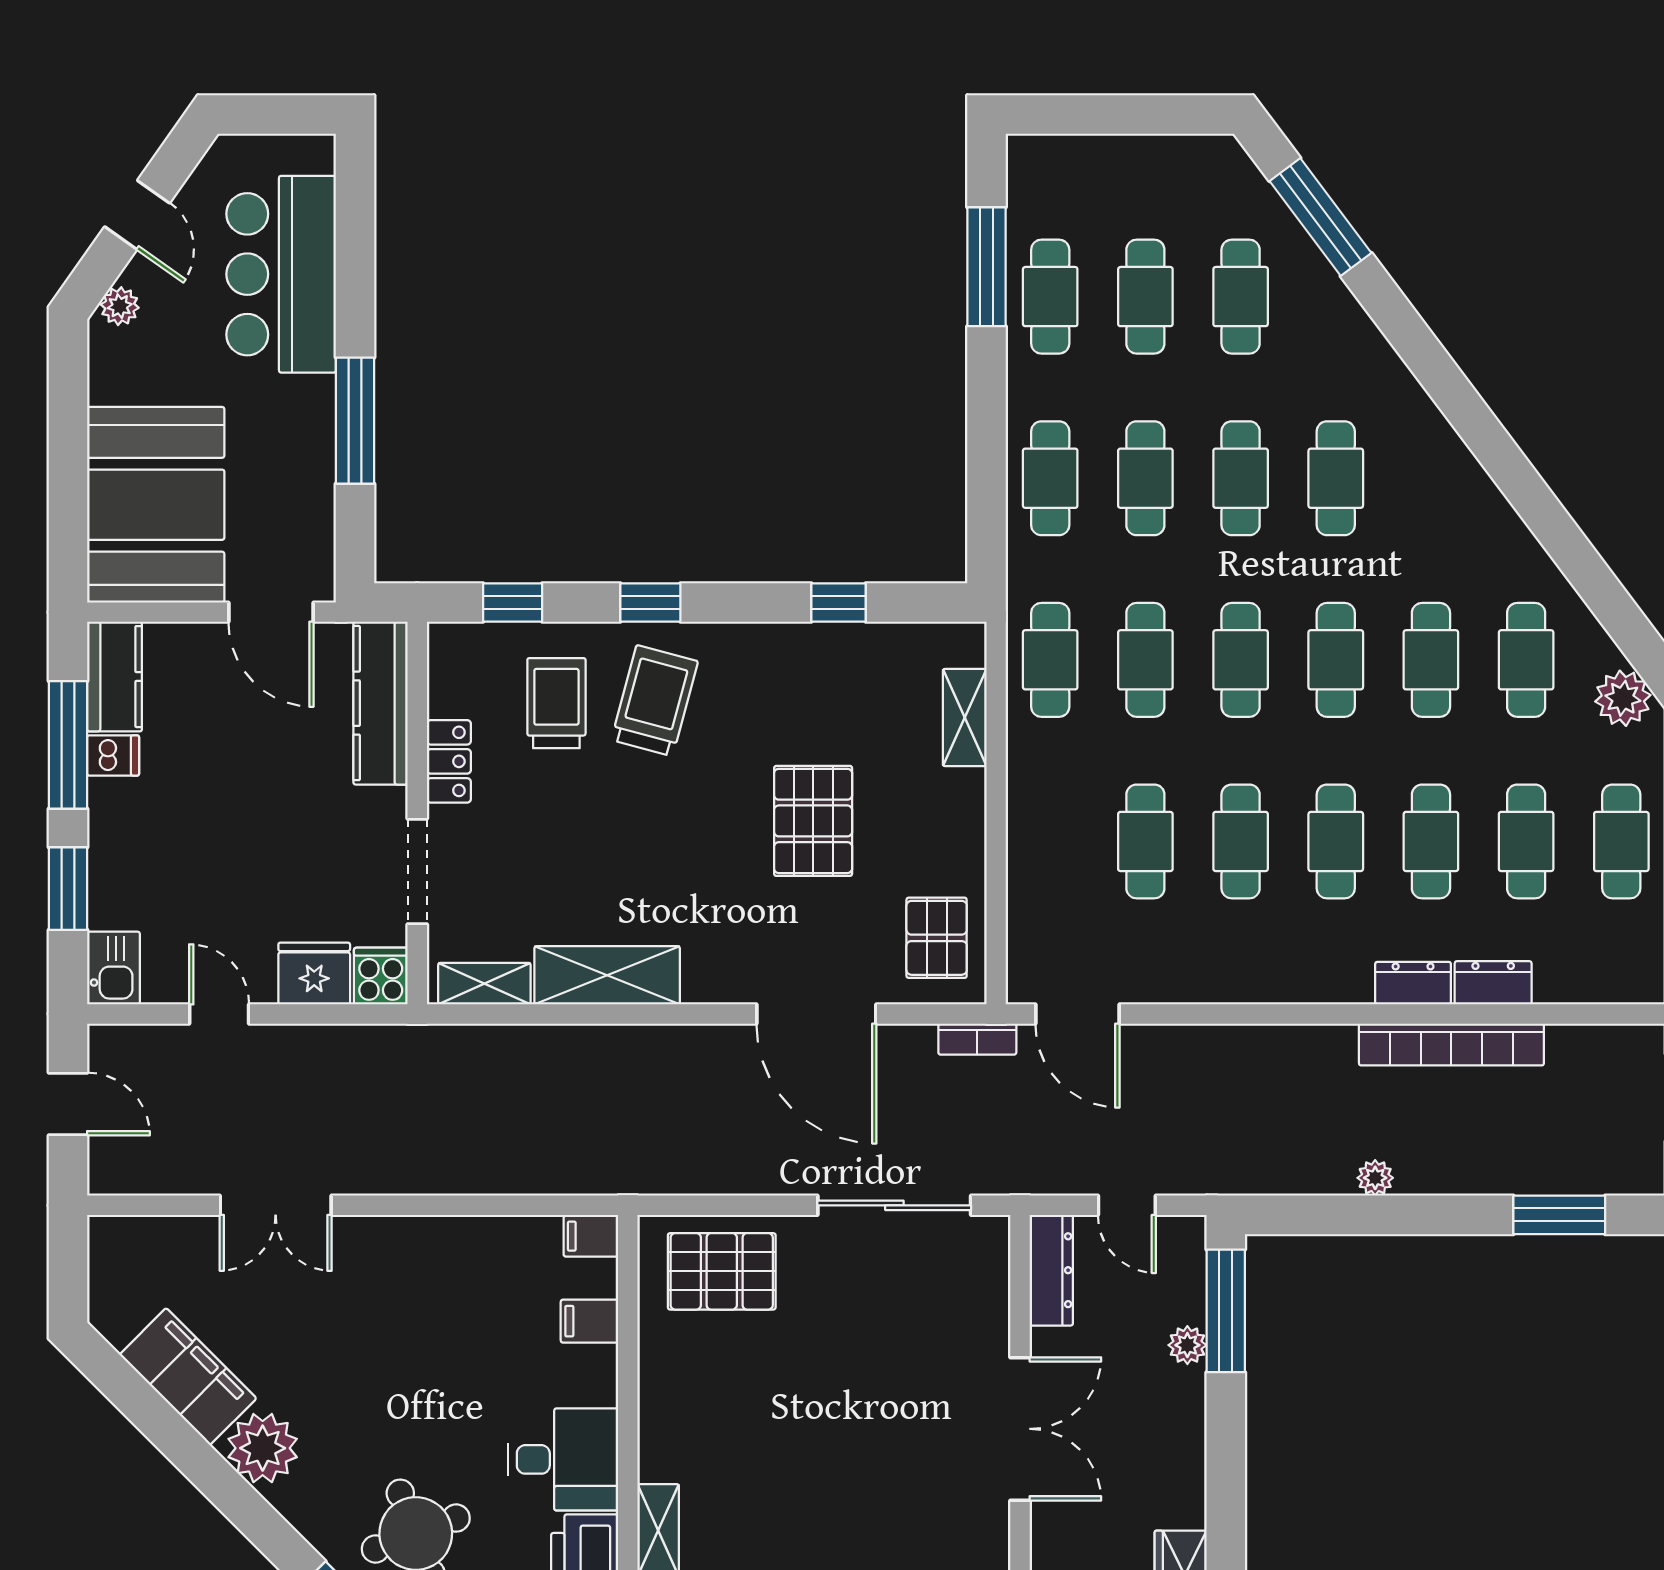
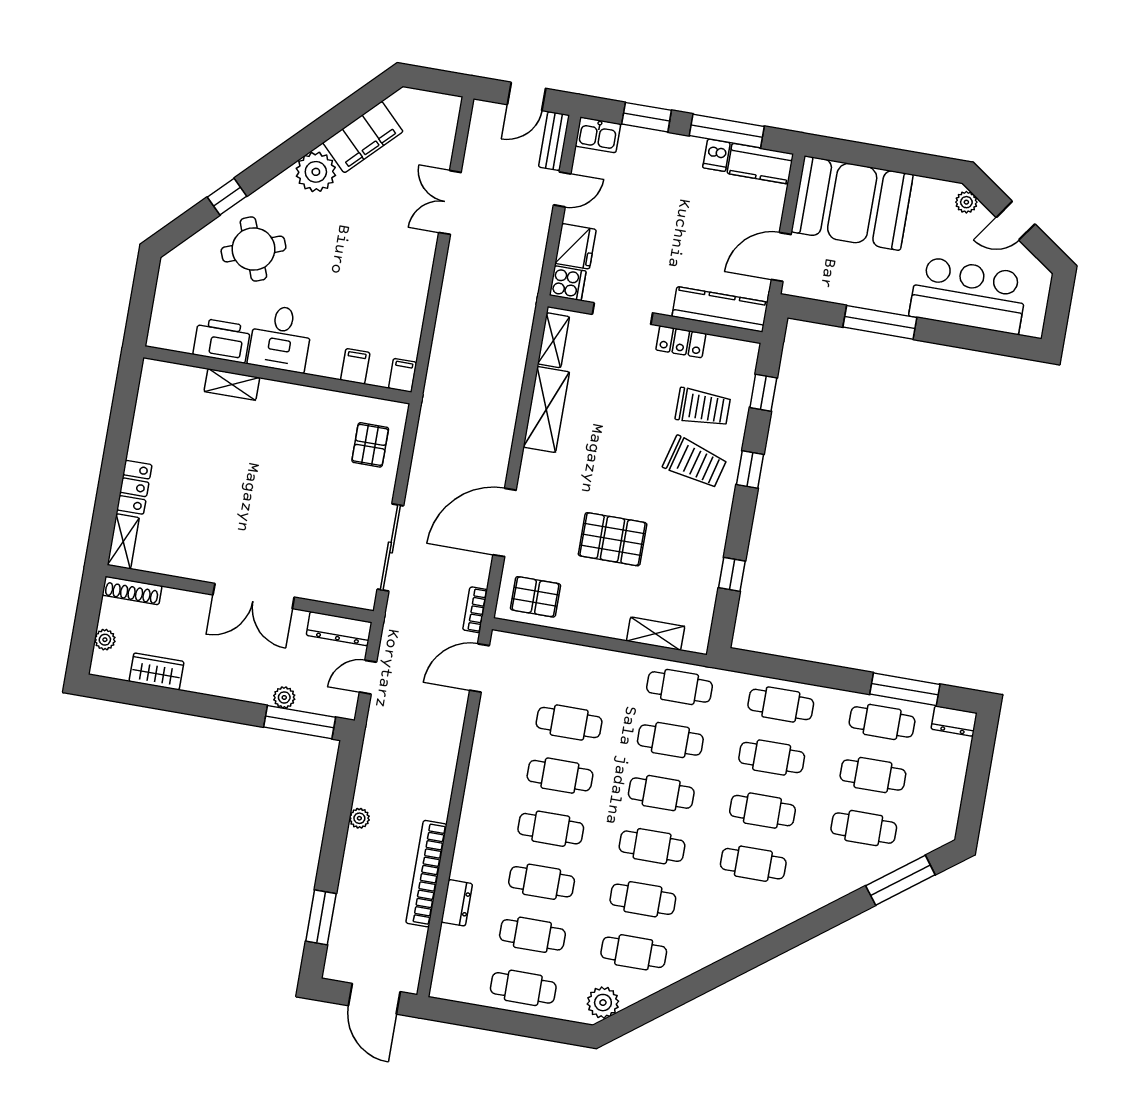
dresser: (1413, 983) -> (954, 721), moved, turned 90
bench: (137, 1043) -> (554, 141), added
pallet: (722, 1271) -> (370, 445), width x0.67, depth x0.71

